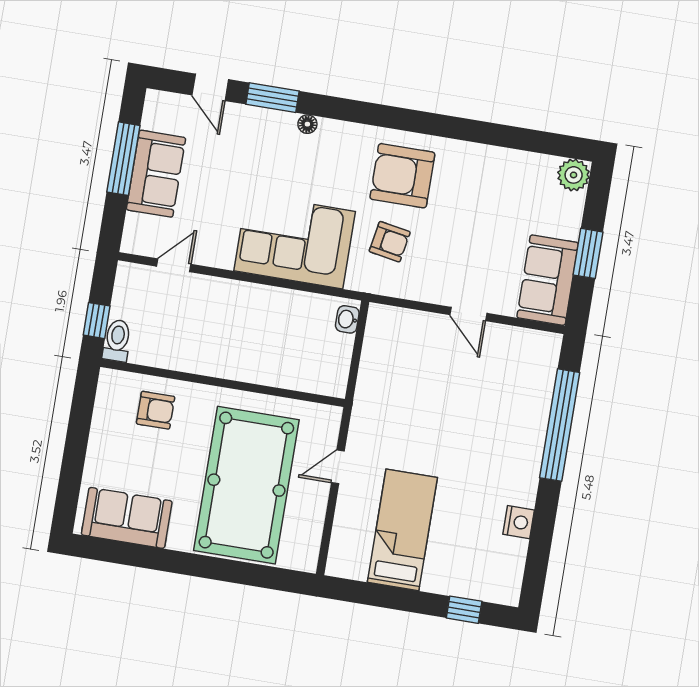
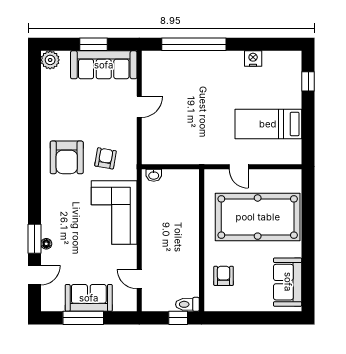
floor lamp: (307, 124) -> (46, 244), moved
sofa: (548, 280) -> (104, 65), width x1.36

